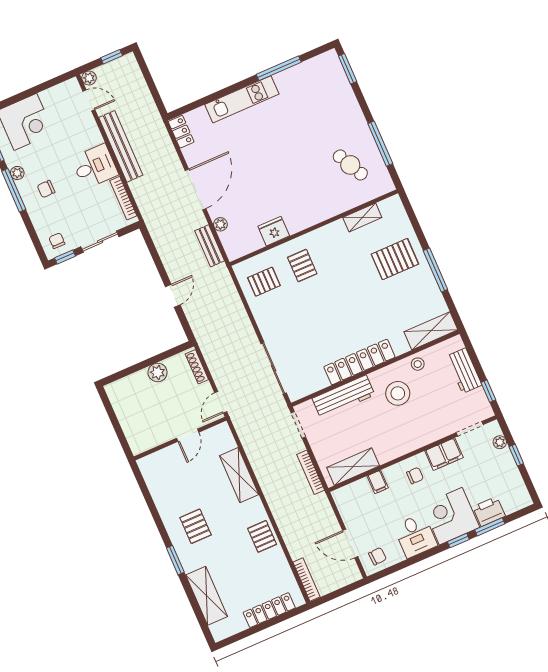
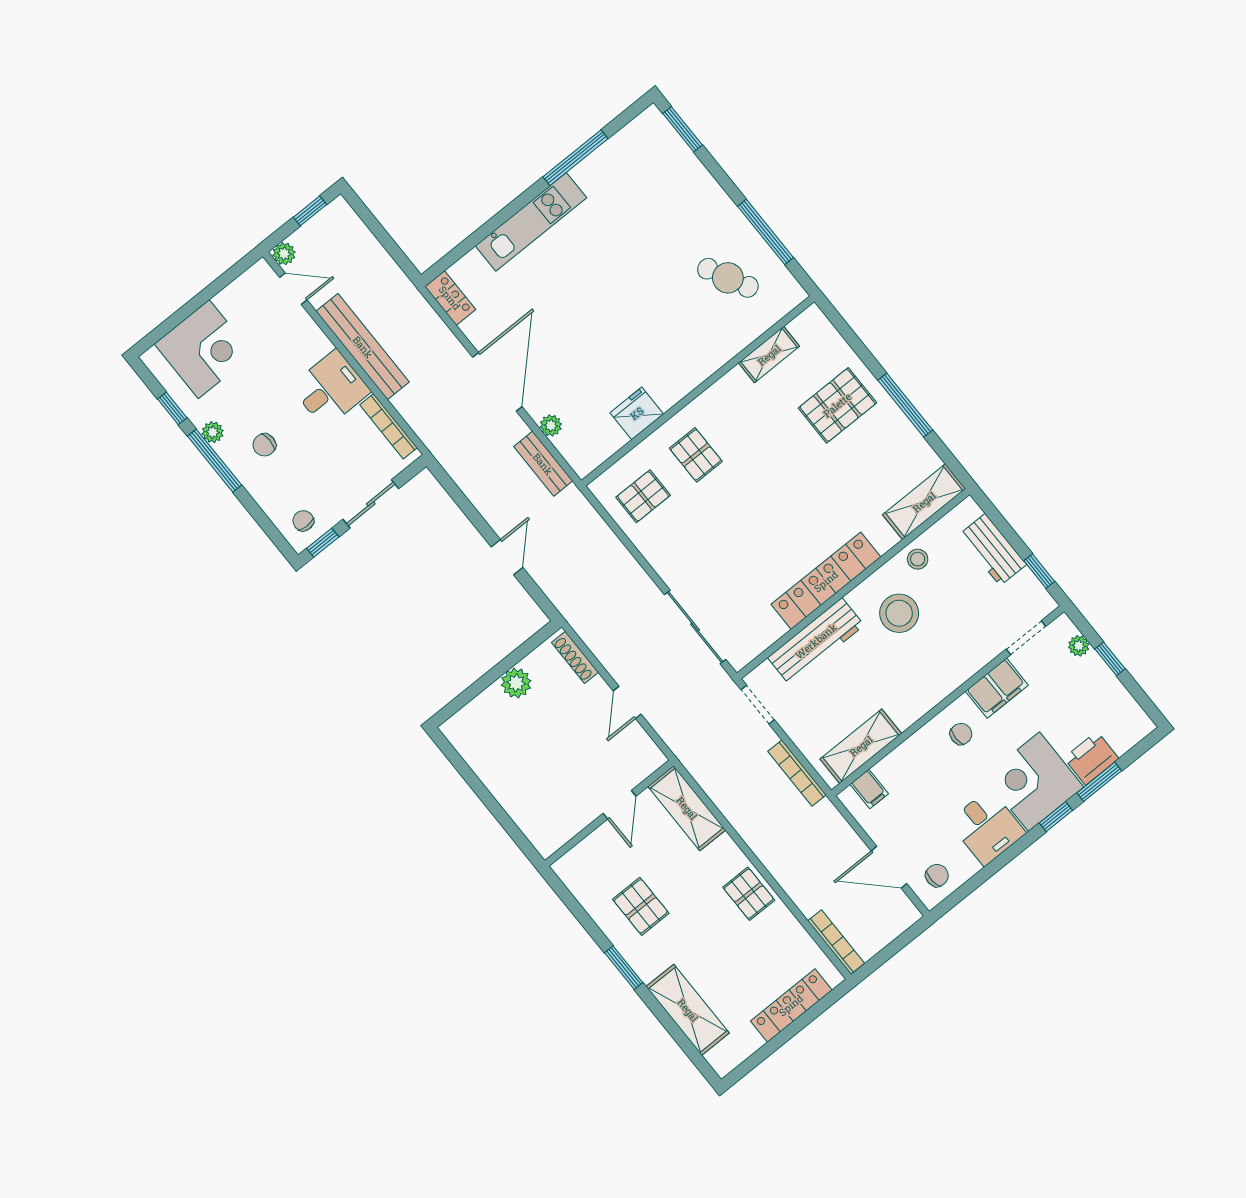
door: (188, 435) -> (619, 805), moved
wall: (180, 439) -> (609, 813), moved
filing cabinet: (378, 482) -> (869, 789), moved

